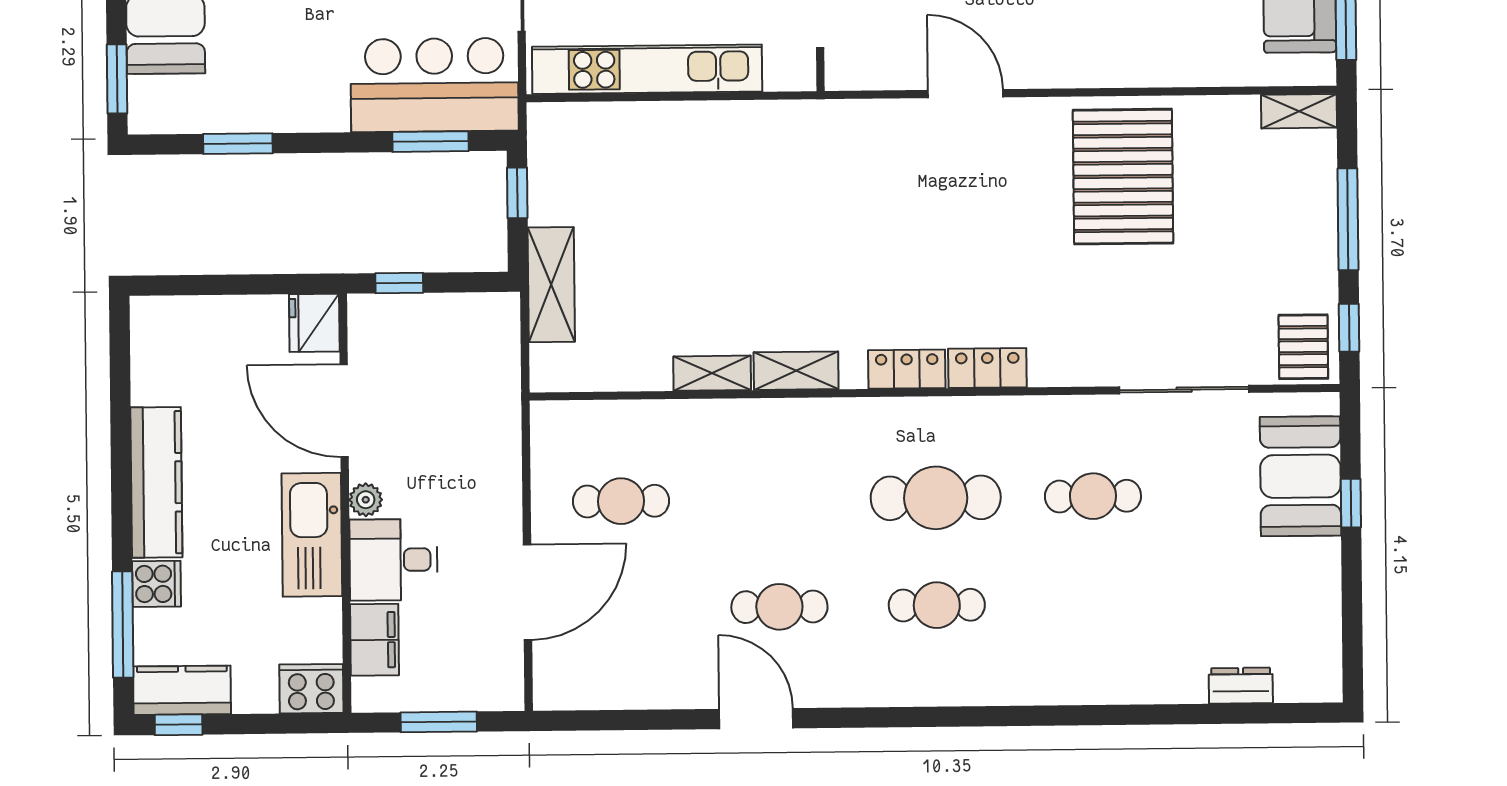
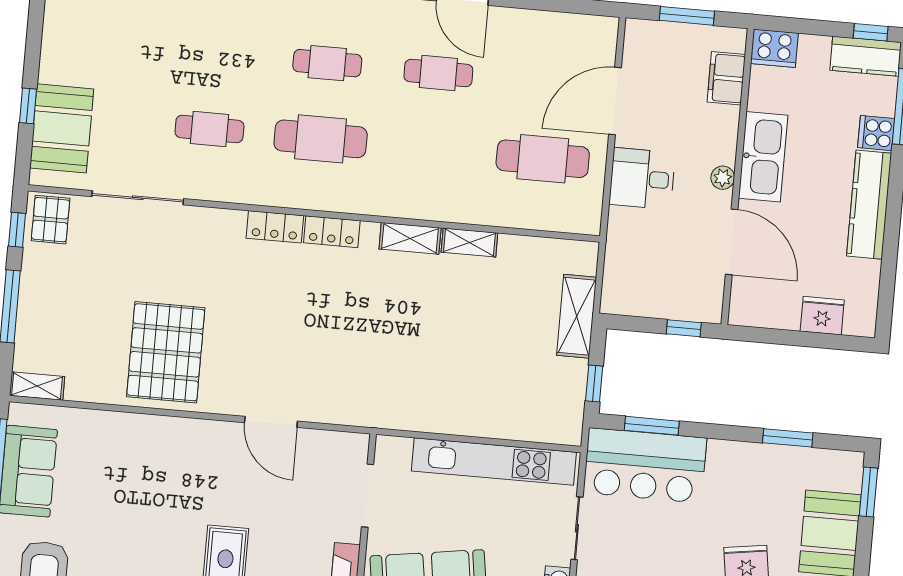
fridge: (314, 323) -> (822, 316), moved, turned -90
cafe table: (621, 501) -> (543, 159), width x1.37, depth x1.35
desk: (394, 560) -> (642, 179), moved, turned 180

